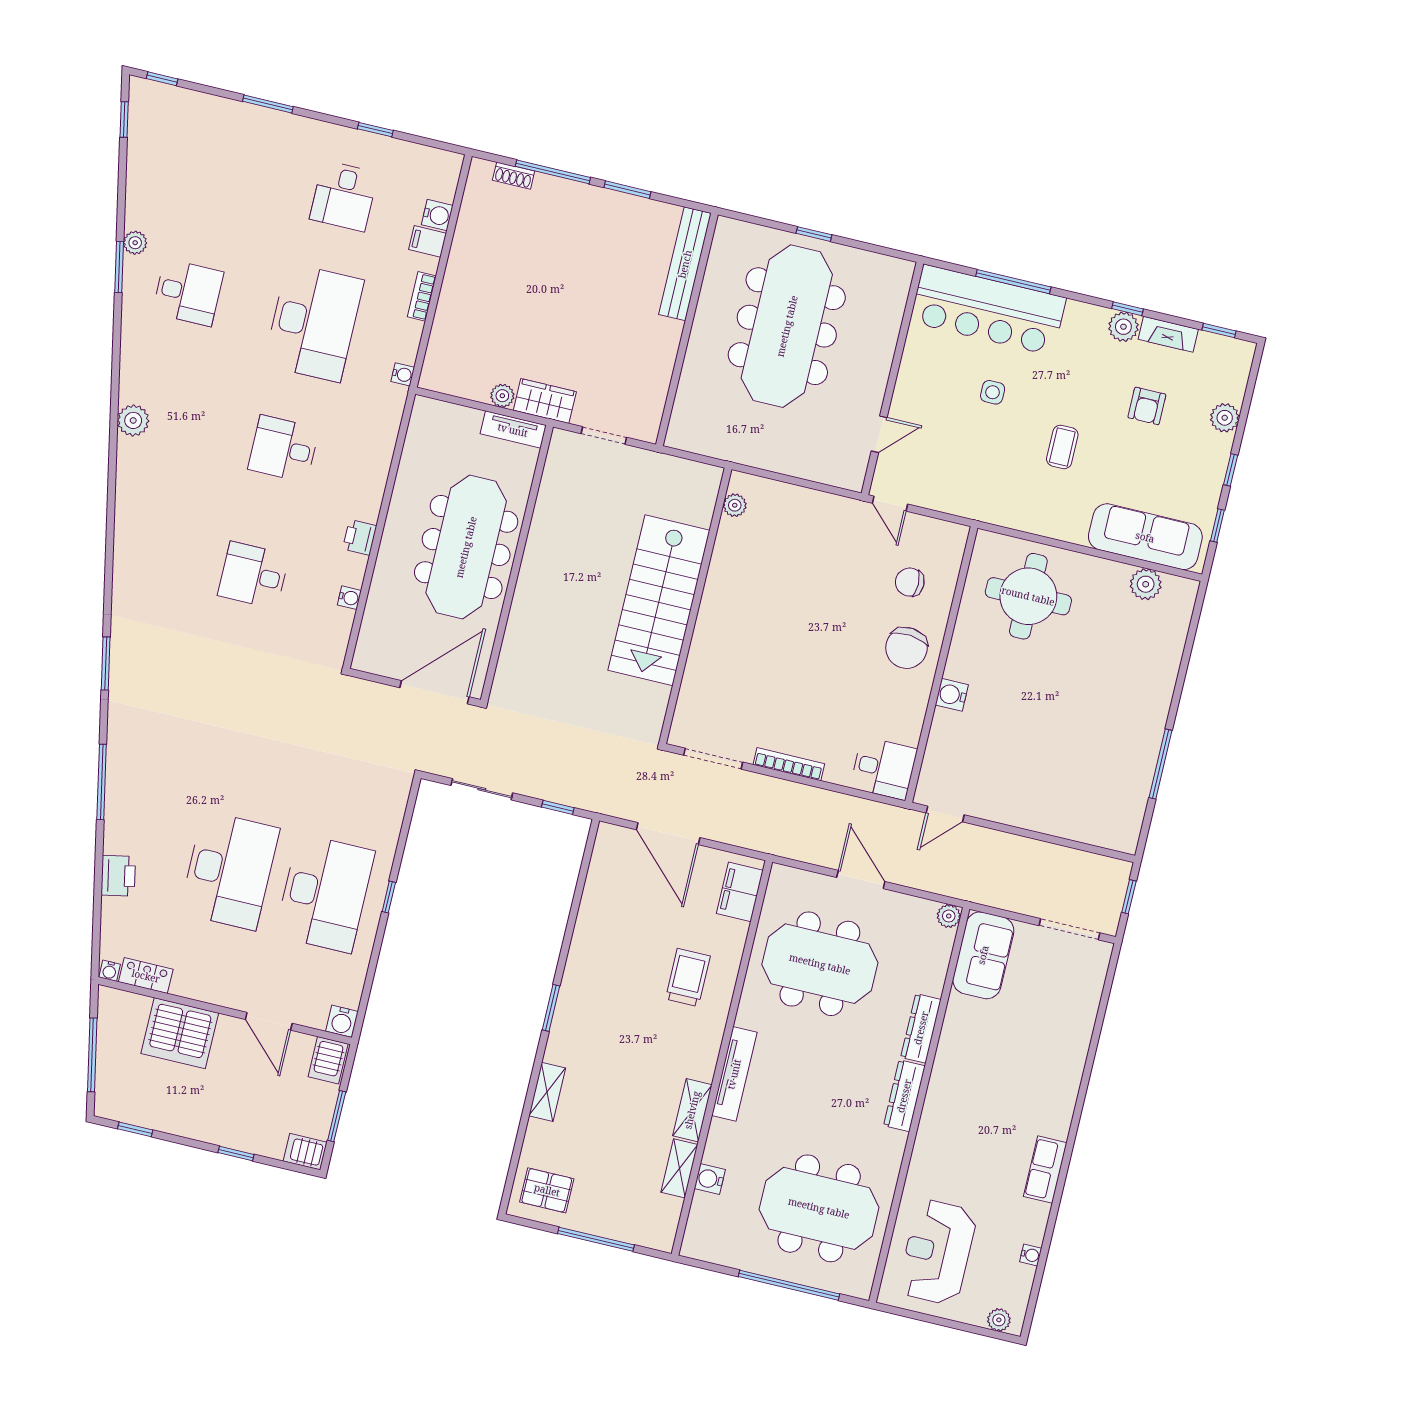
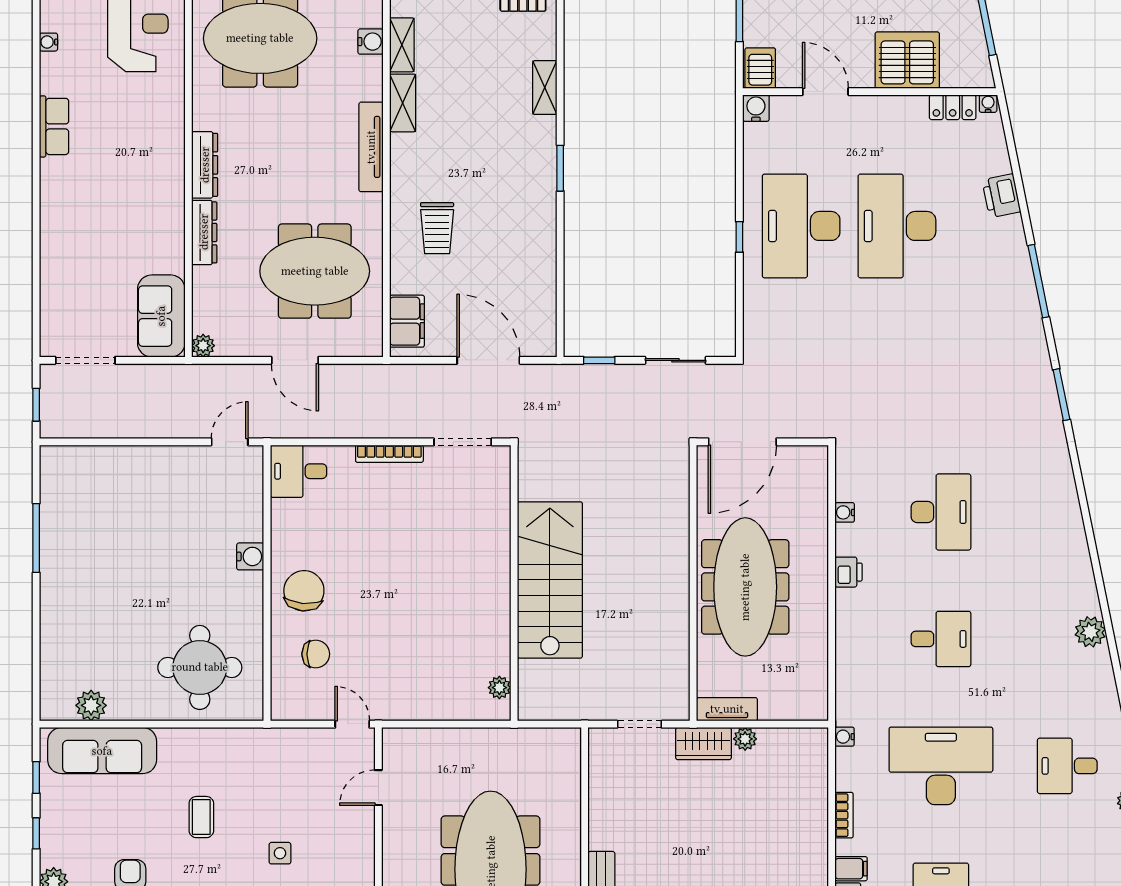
desk: (314, 322) -> (941, 766), turned 90
desk: (253, 575) -> (941, 512), width x1.37

